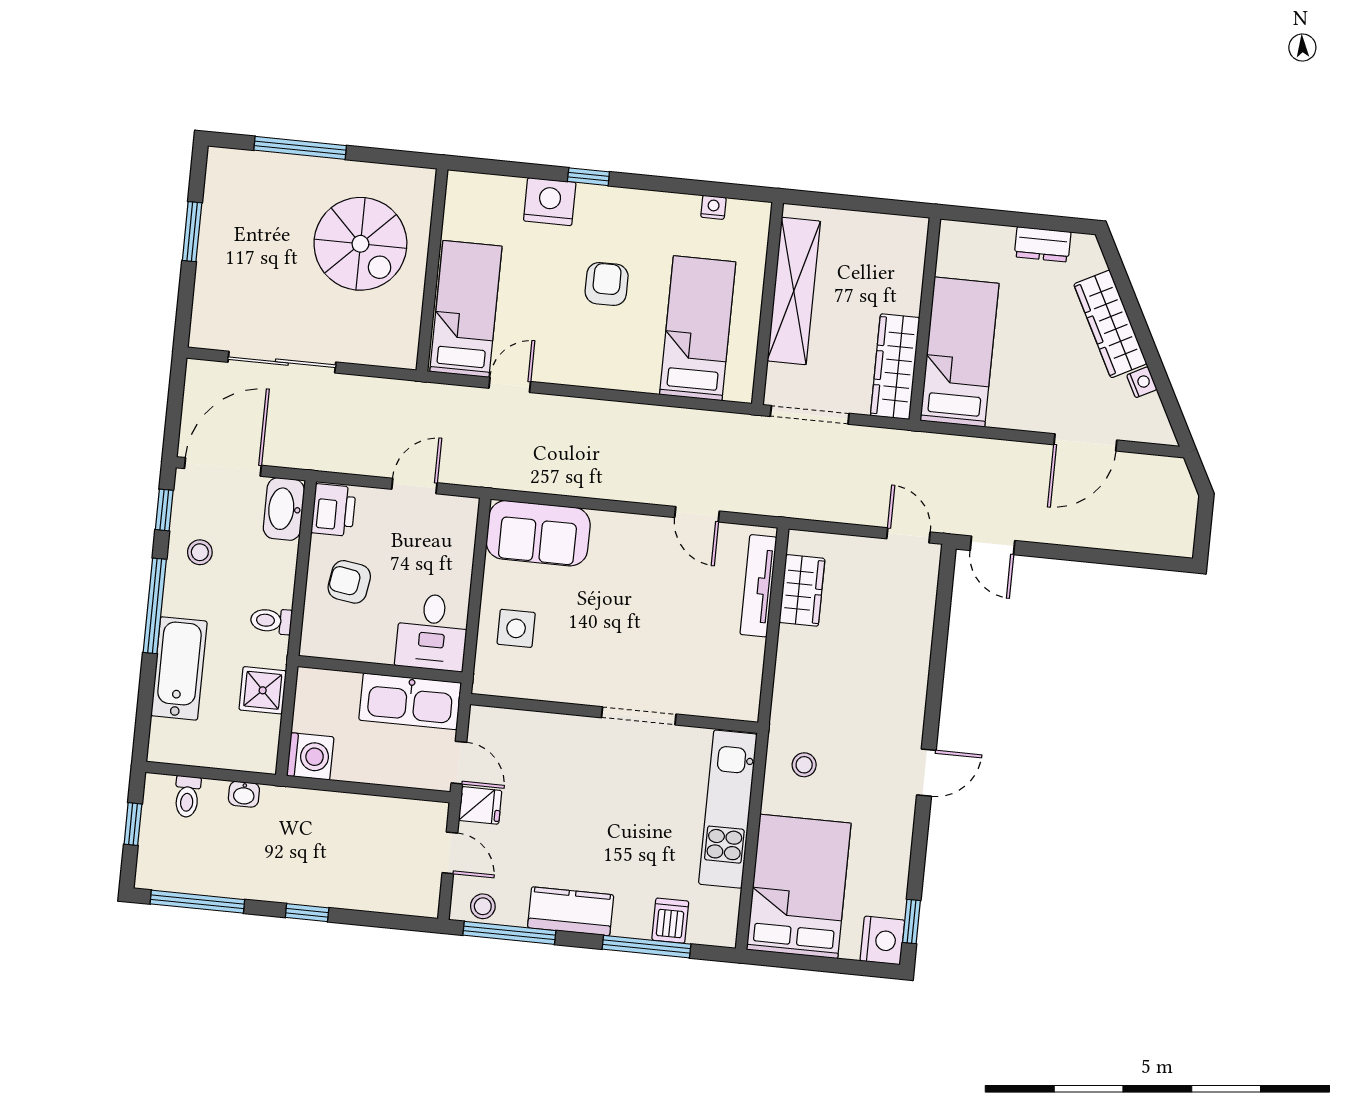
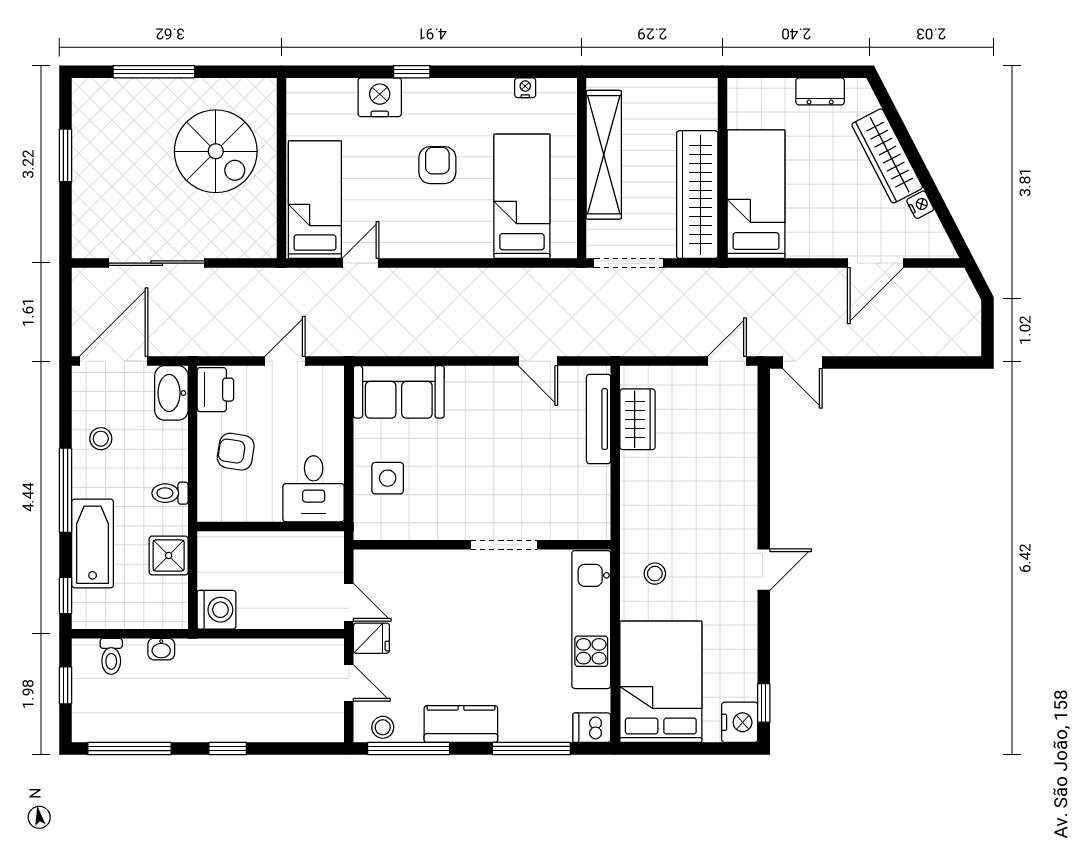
wardrobe: (895, 367) -> (697, 195), width x1.40, depth x1.17
window: (164, 510) -> (66, 595), moved
door: (908, 535) -> (727, 361), hinge flipped
kitchen sink: (410, 701) -> (300, 552), removed
dishwasher: (670, 921) -> (592, 728), moved, turned -90

